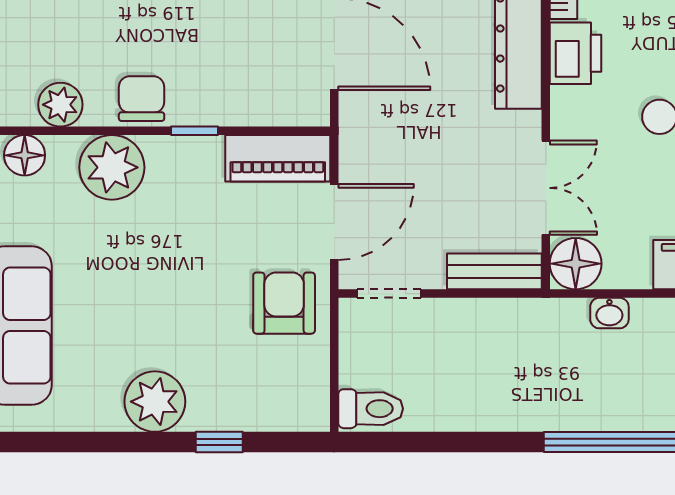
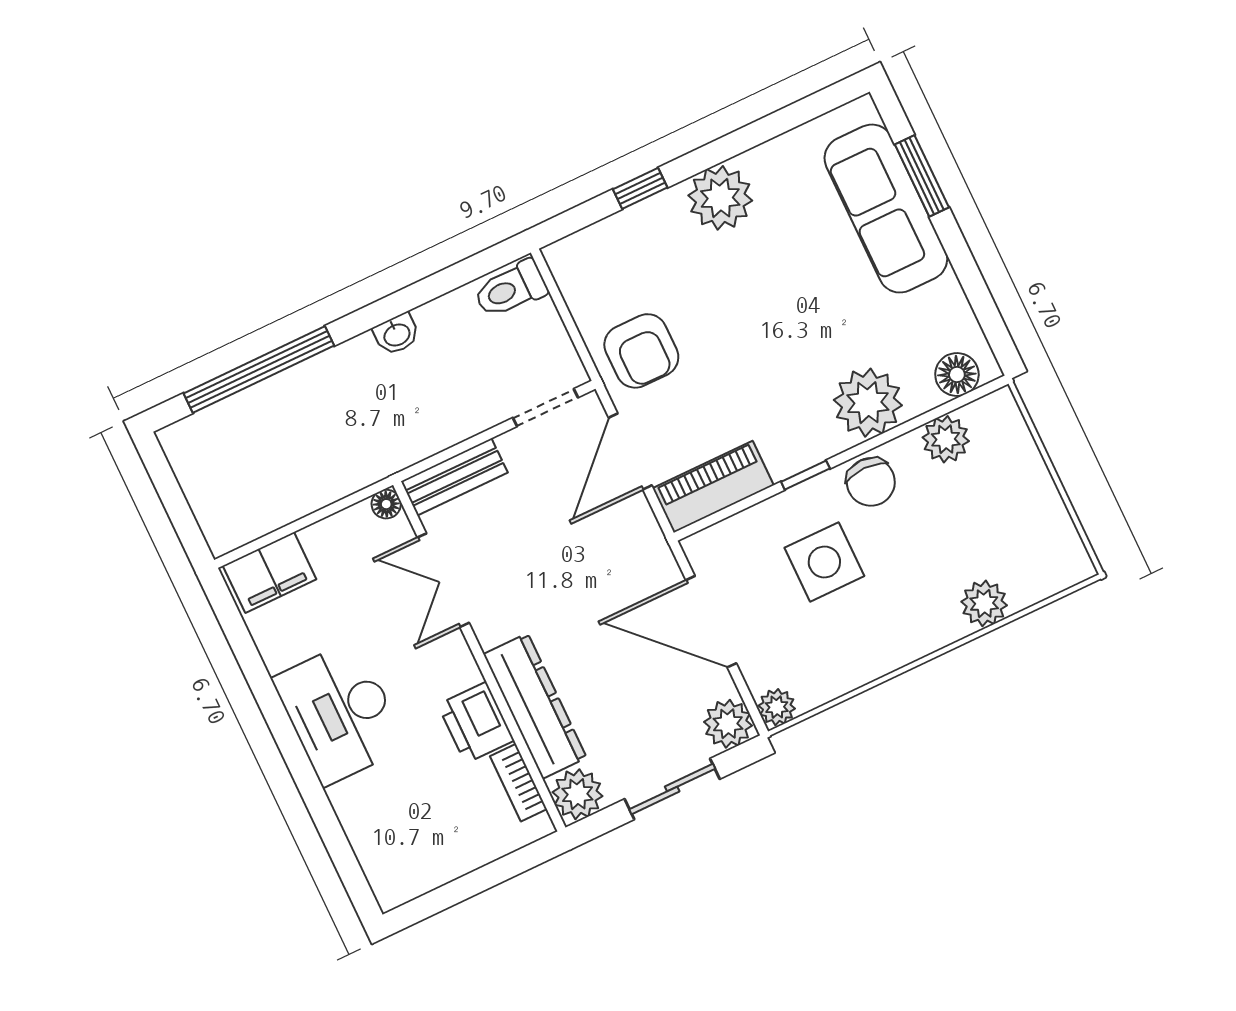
side table: (213, 49) -> (824, 562), added
floor lamp: (576, 264) -> (386, 504), width x0.53, depth x0.53
washbasin: (609, 313) -> (397, 334), moved, turned 180

